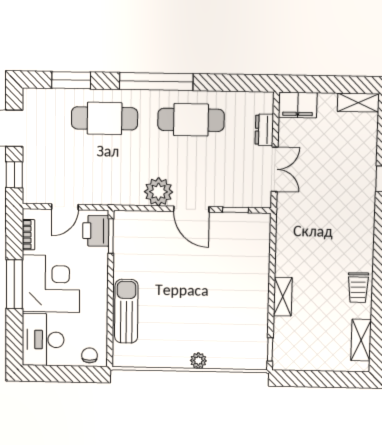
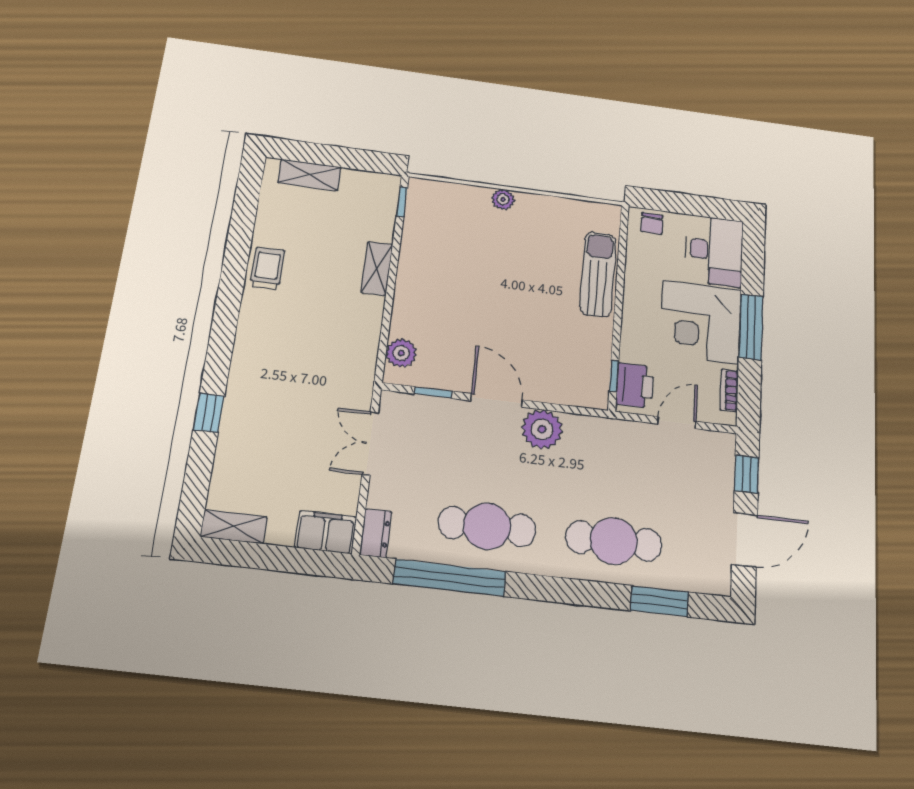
window: (156, 82) -> (450, 578), moved
dresser: (264, 130) -> (376, 533), moved
window: (111, 236) -> (614, 376), width x0.67
plant: (260, 236) -> (401, 353), added
sun lounger: (126, 311) -> (598, 274), turned 180
shelving: (361, 340) -> (309, 175), moved, turned 90

